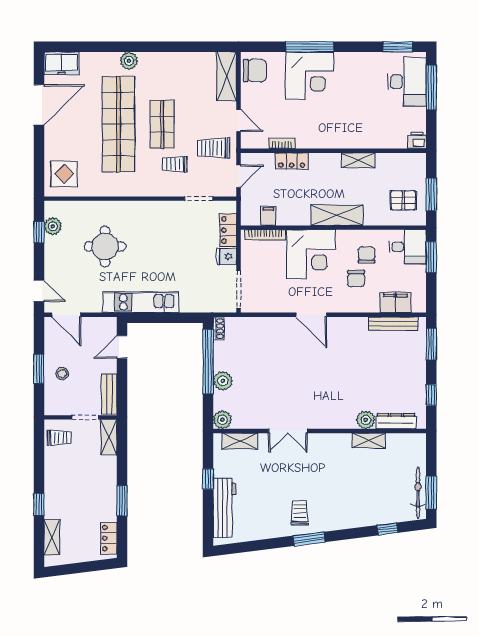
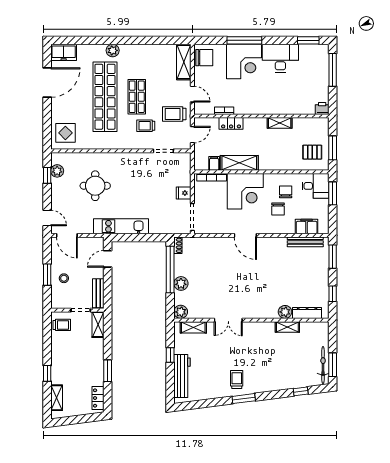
desk: (407, 82) -> (280, 58), moved, turned -90
shelving: (337, 215) -> (239, 163), moved
locker: (228, 230) -> (185, 174), removed

